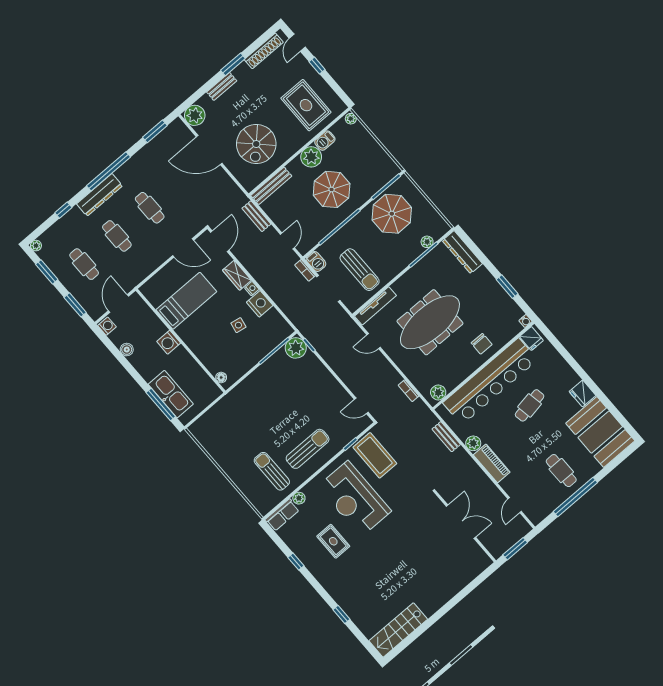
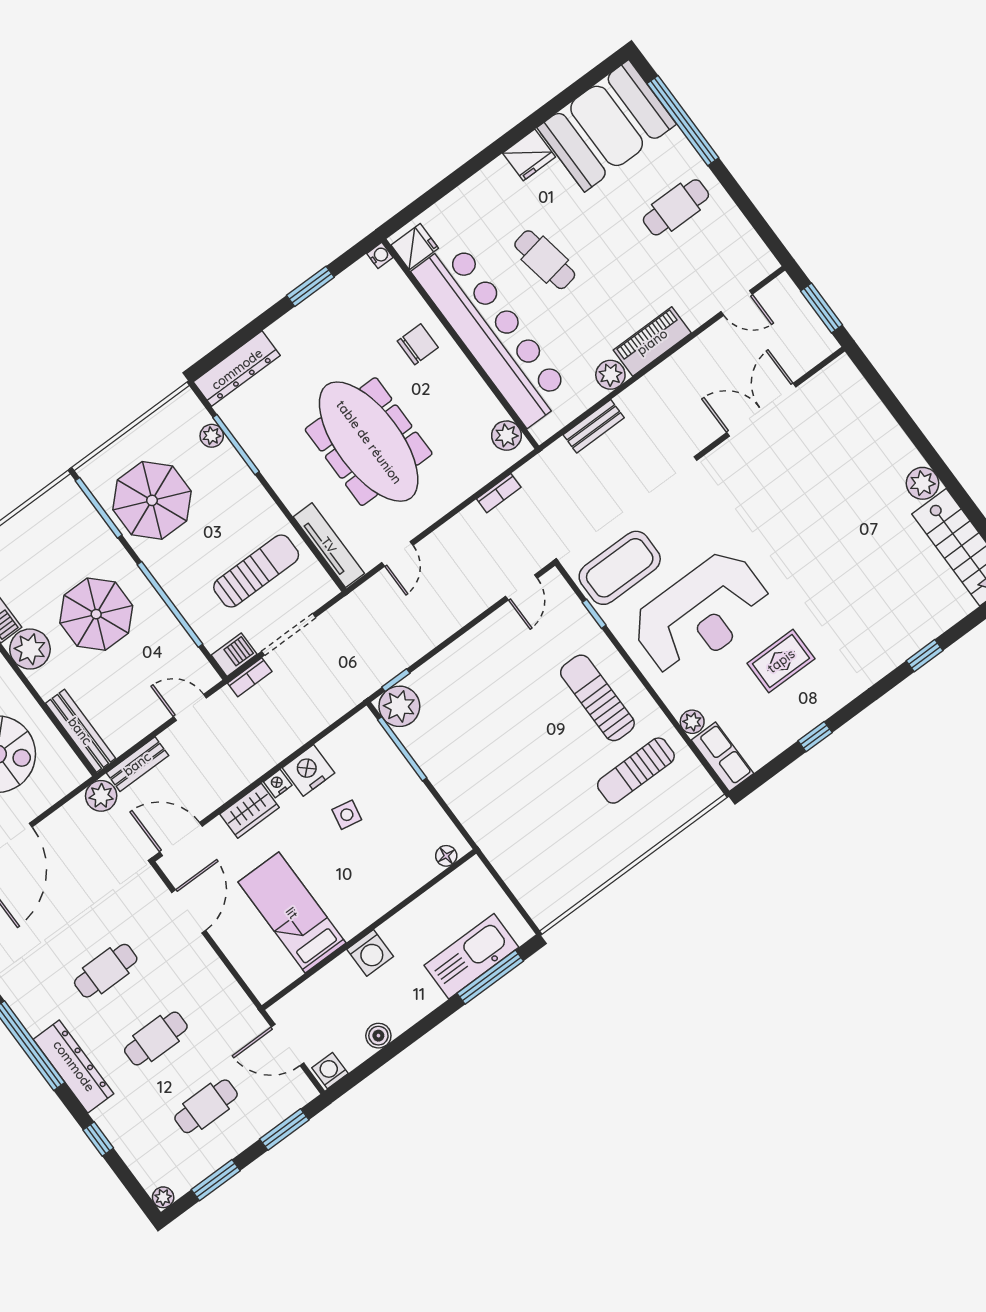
plant: (239, 199) -> (101, 796), added
window: (575, 497) -> (683, 121), moved
plant: (429, 607) -> (923, 483), added

